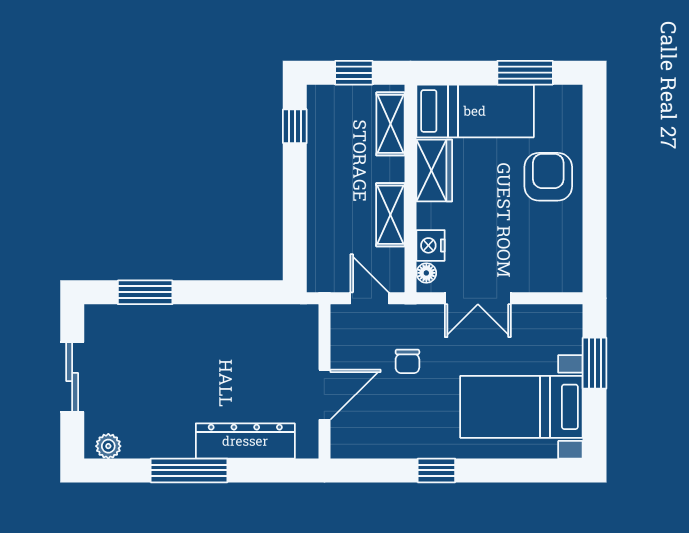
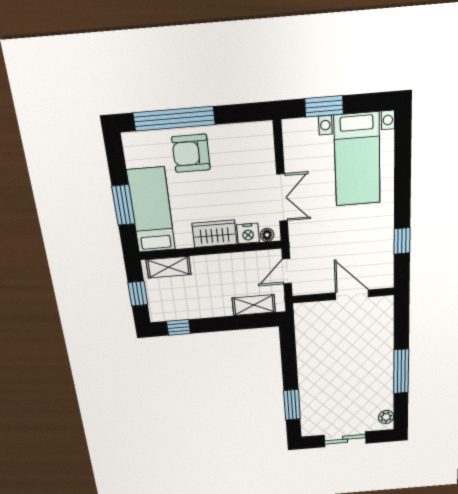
window: (525, 73) -> (123, 205), moved
window: (595, 160) -> (174, 119), added
wardrobe: (434, 171) -> (214, 234), moved
shelving: (390, 215) -> (254, 305), moved
chair: (407, 361) -> (328, 243), removed
dresser: (245, 441) -> (383, 340), removed
window: (436, 470) -> (402, 241), moved

